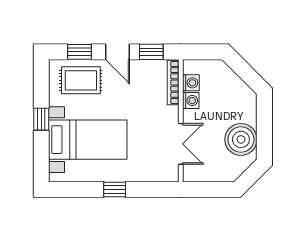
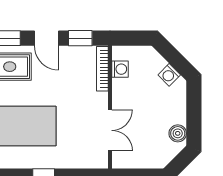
washing machine: (191, 101) -> (169, 75), moved, turned 135
boiler: (241, 139) -> (178, 133), width x0.54, depth x0.54

